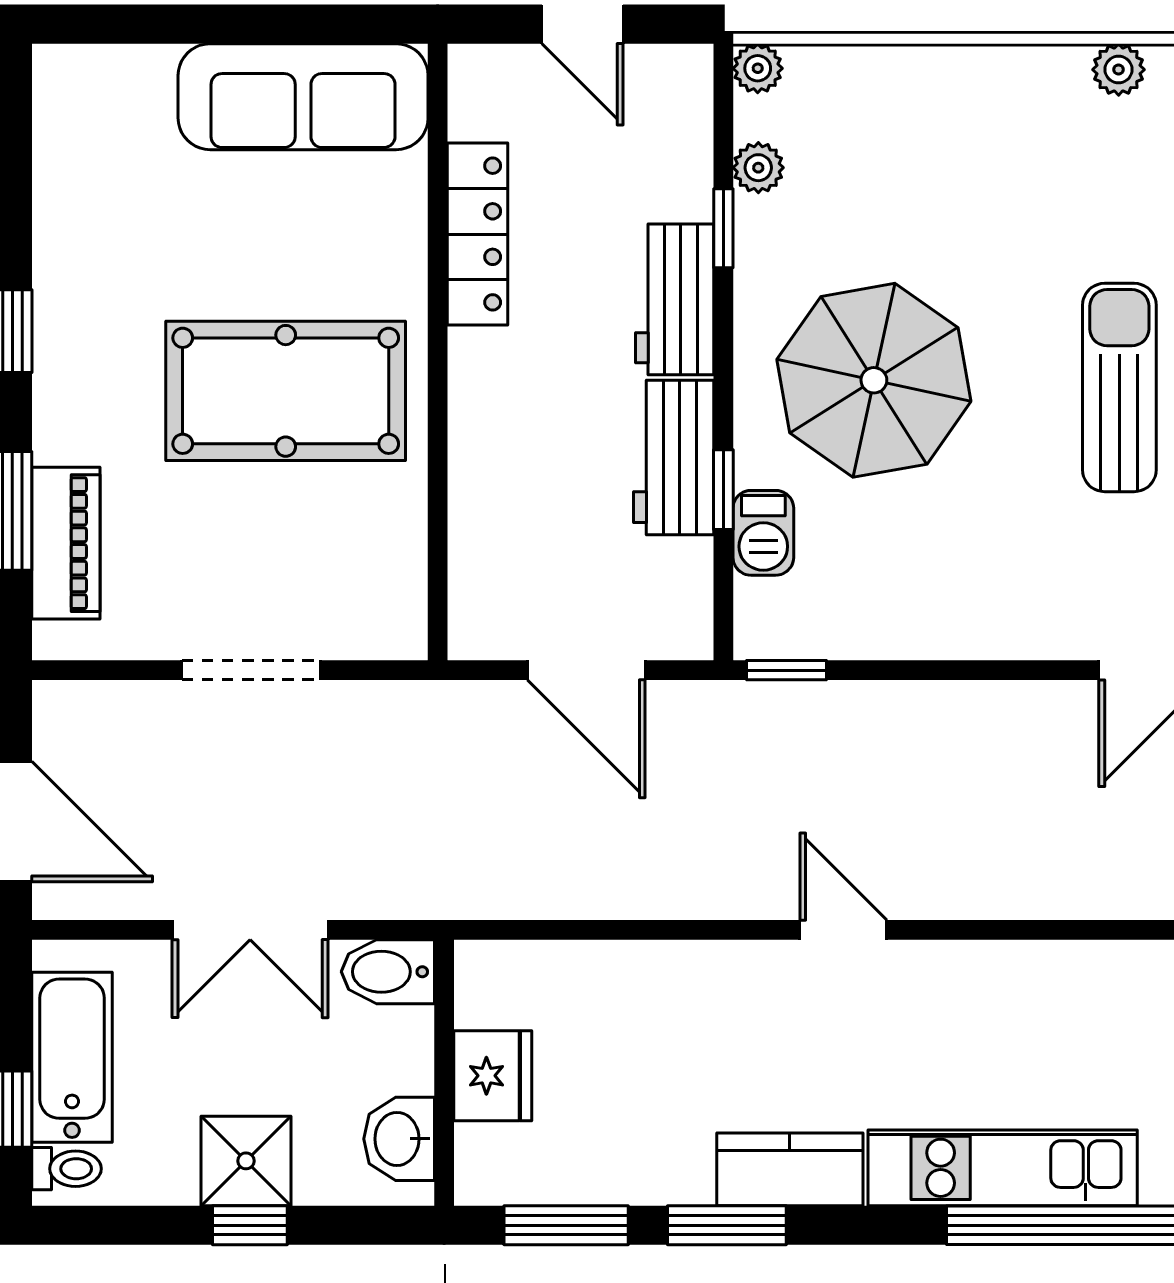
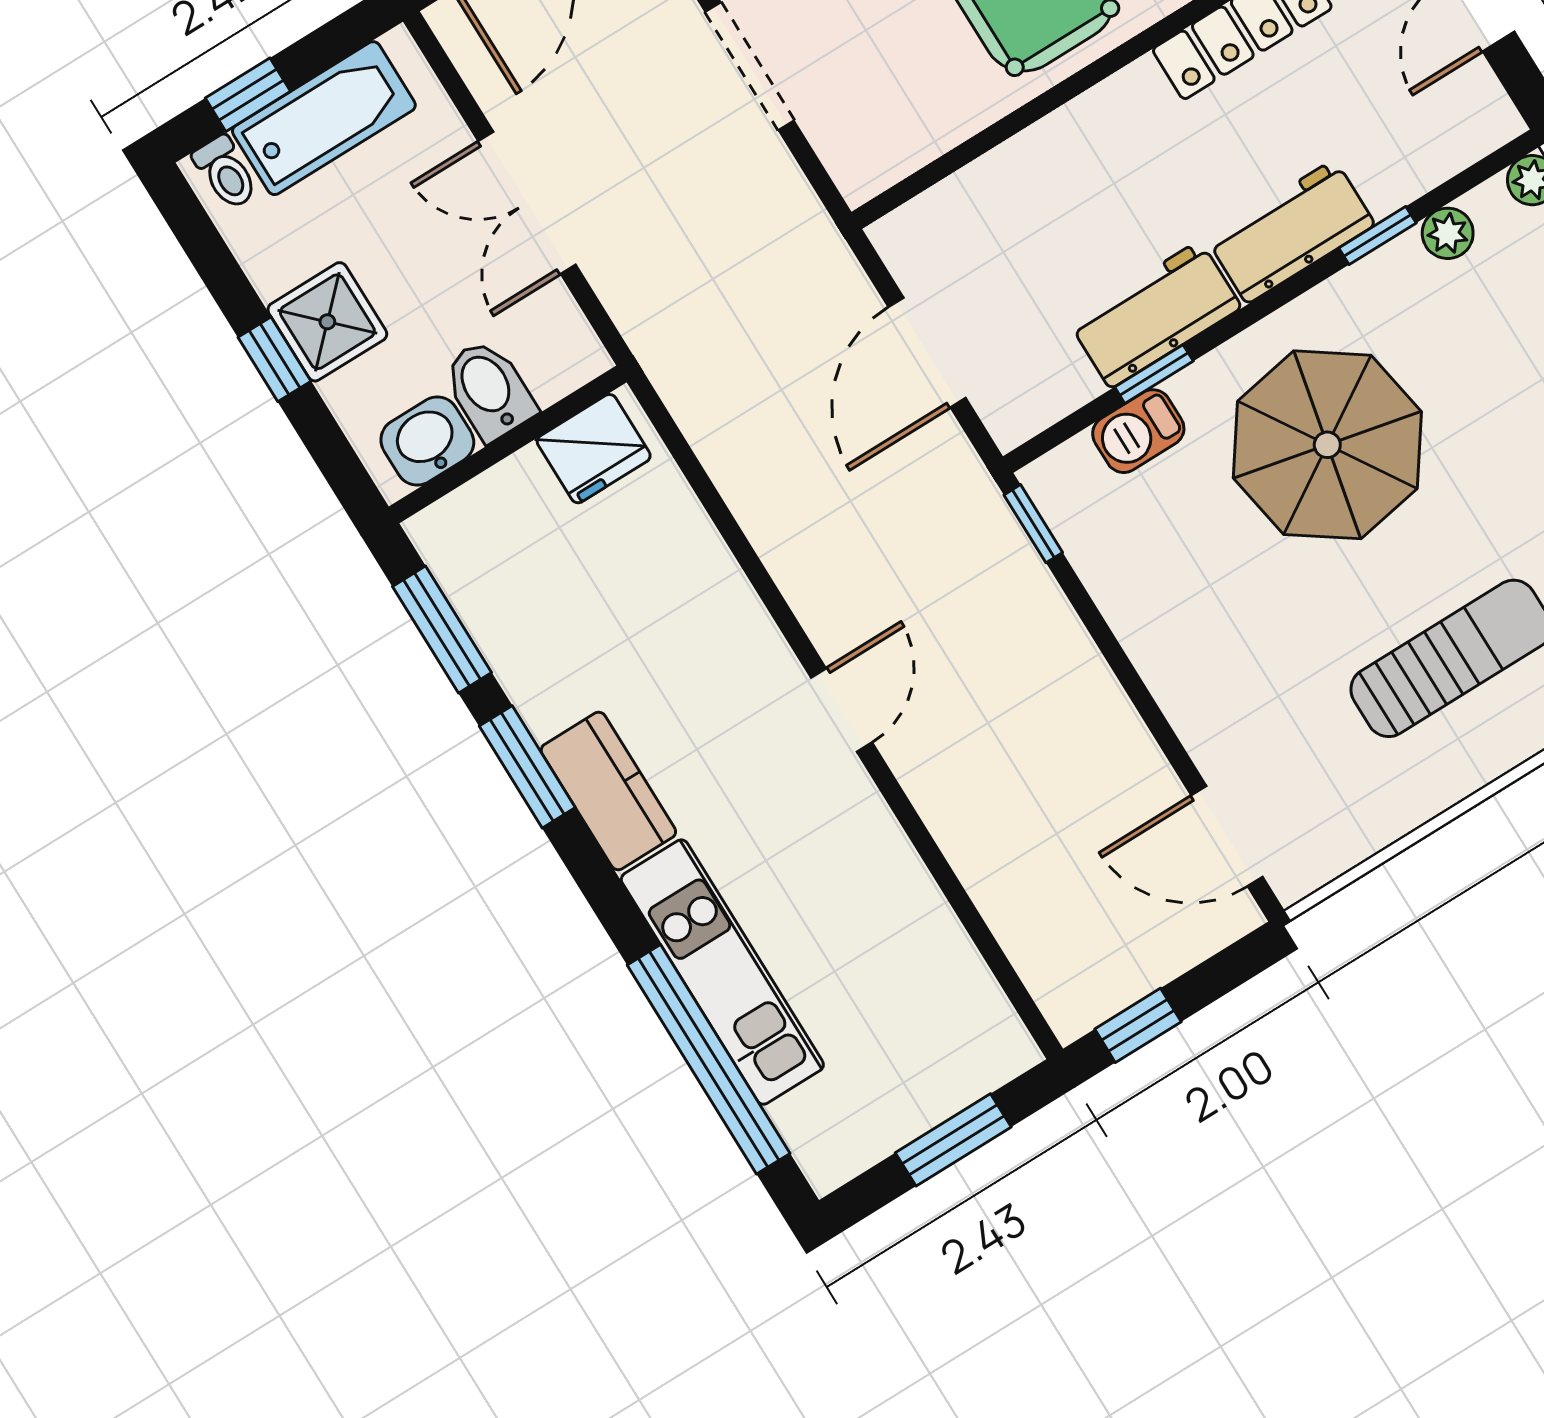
bidet: (388, 972) -> (489, 390), moved
fridge: (493, 1076) -> (594, 449), moved

